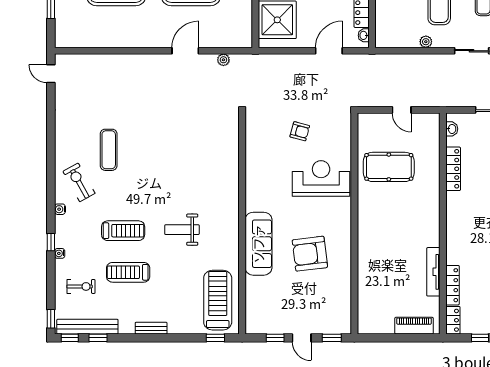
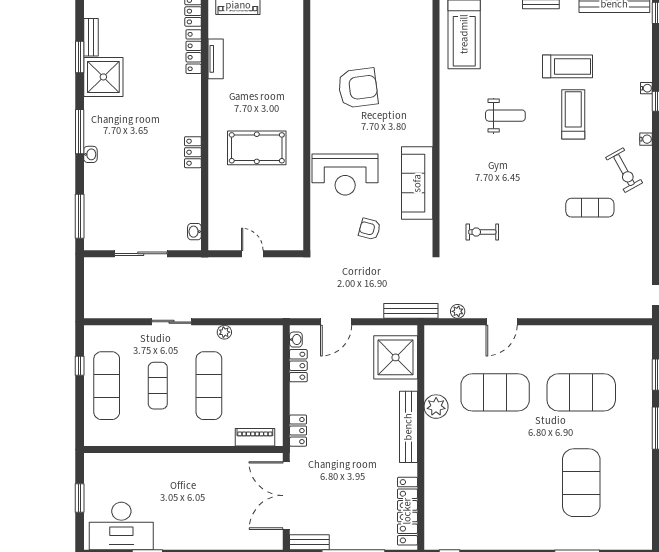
bench: (264, 60) -> (411, 311), added
exercise mat: (109, 150) -> (590, 208), turned 90
pool table: (389, 167) -> (257, 148), moved
locker: (453, 169) -> (193, 152), moved, width x0.66
treadmill: (123, 231) -> (573, 114), turned 90
sofa: (258, 244) -> (417, 183), moved
tv unit: (433, 272) -> (216, 59), width x0.71
exercise bike: (81, 286) -> (482, 232), moved

